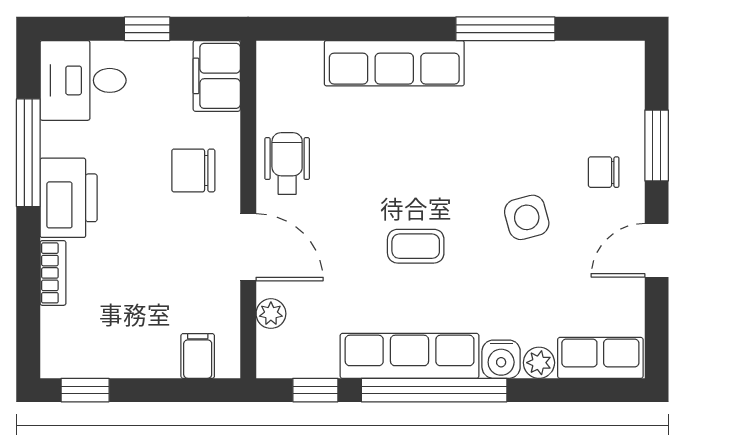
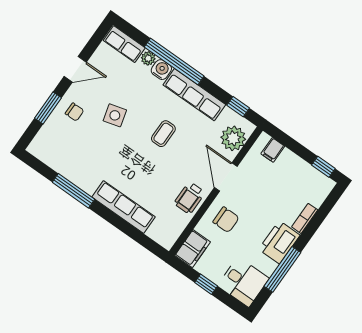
coffee table: (416, 246) -> (163, 134), turned 90
plant: (271, 314) -> (233, 138), width x1.87, depth x1.87
window: (434, 390) -> (174, 61), moved

